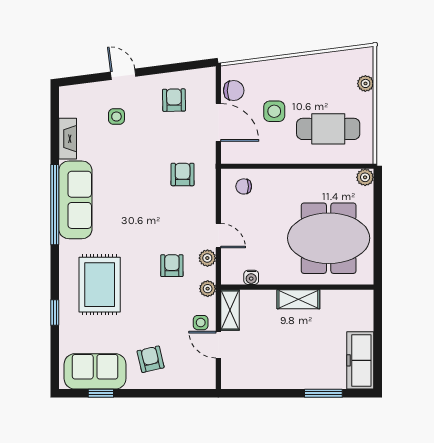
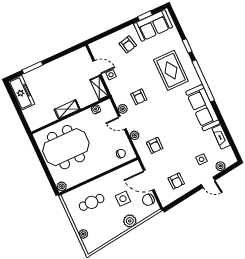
plant: (280, 70) -> (130, 221), added
plant: (91, 91) -> (220, 166), added
cafe table: (328, 129) -> (92, 202), width x0.73, depth x0.74
window: (55, 205) -> (203, 81), moved
plant: (208, 289) -> (135, 135), moved

